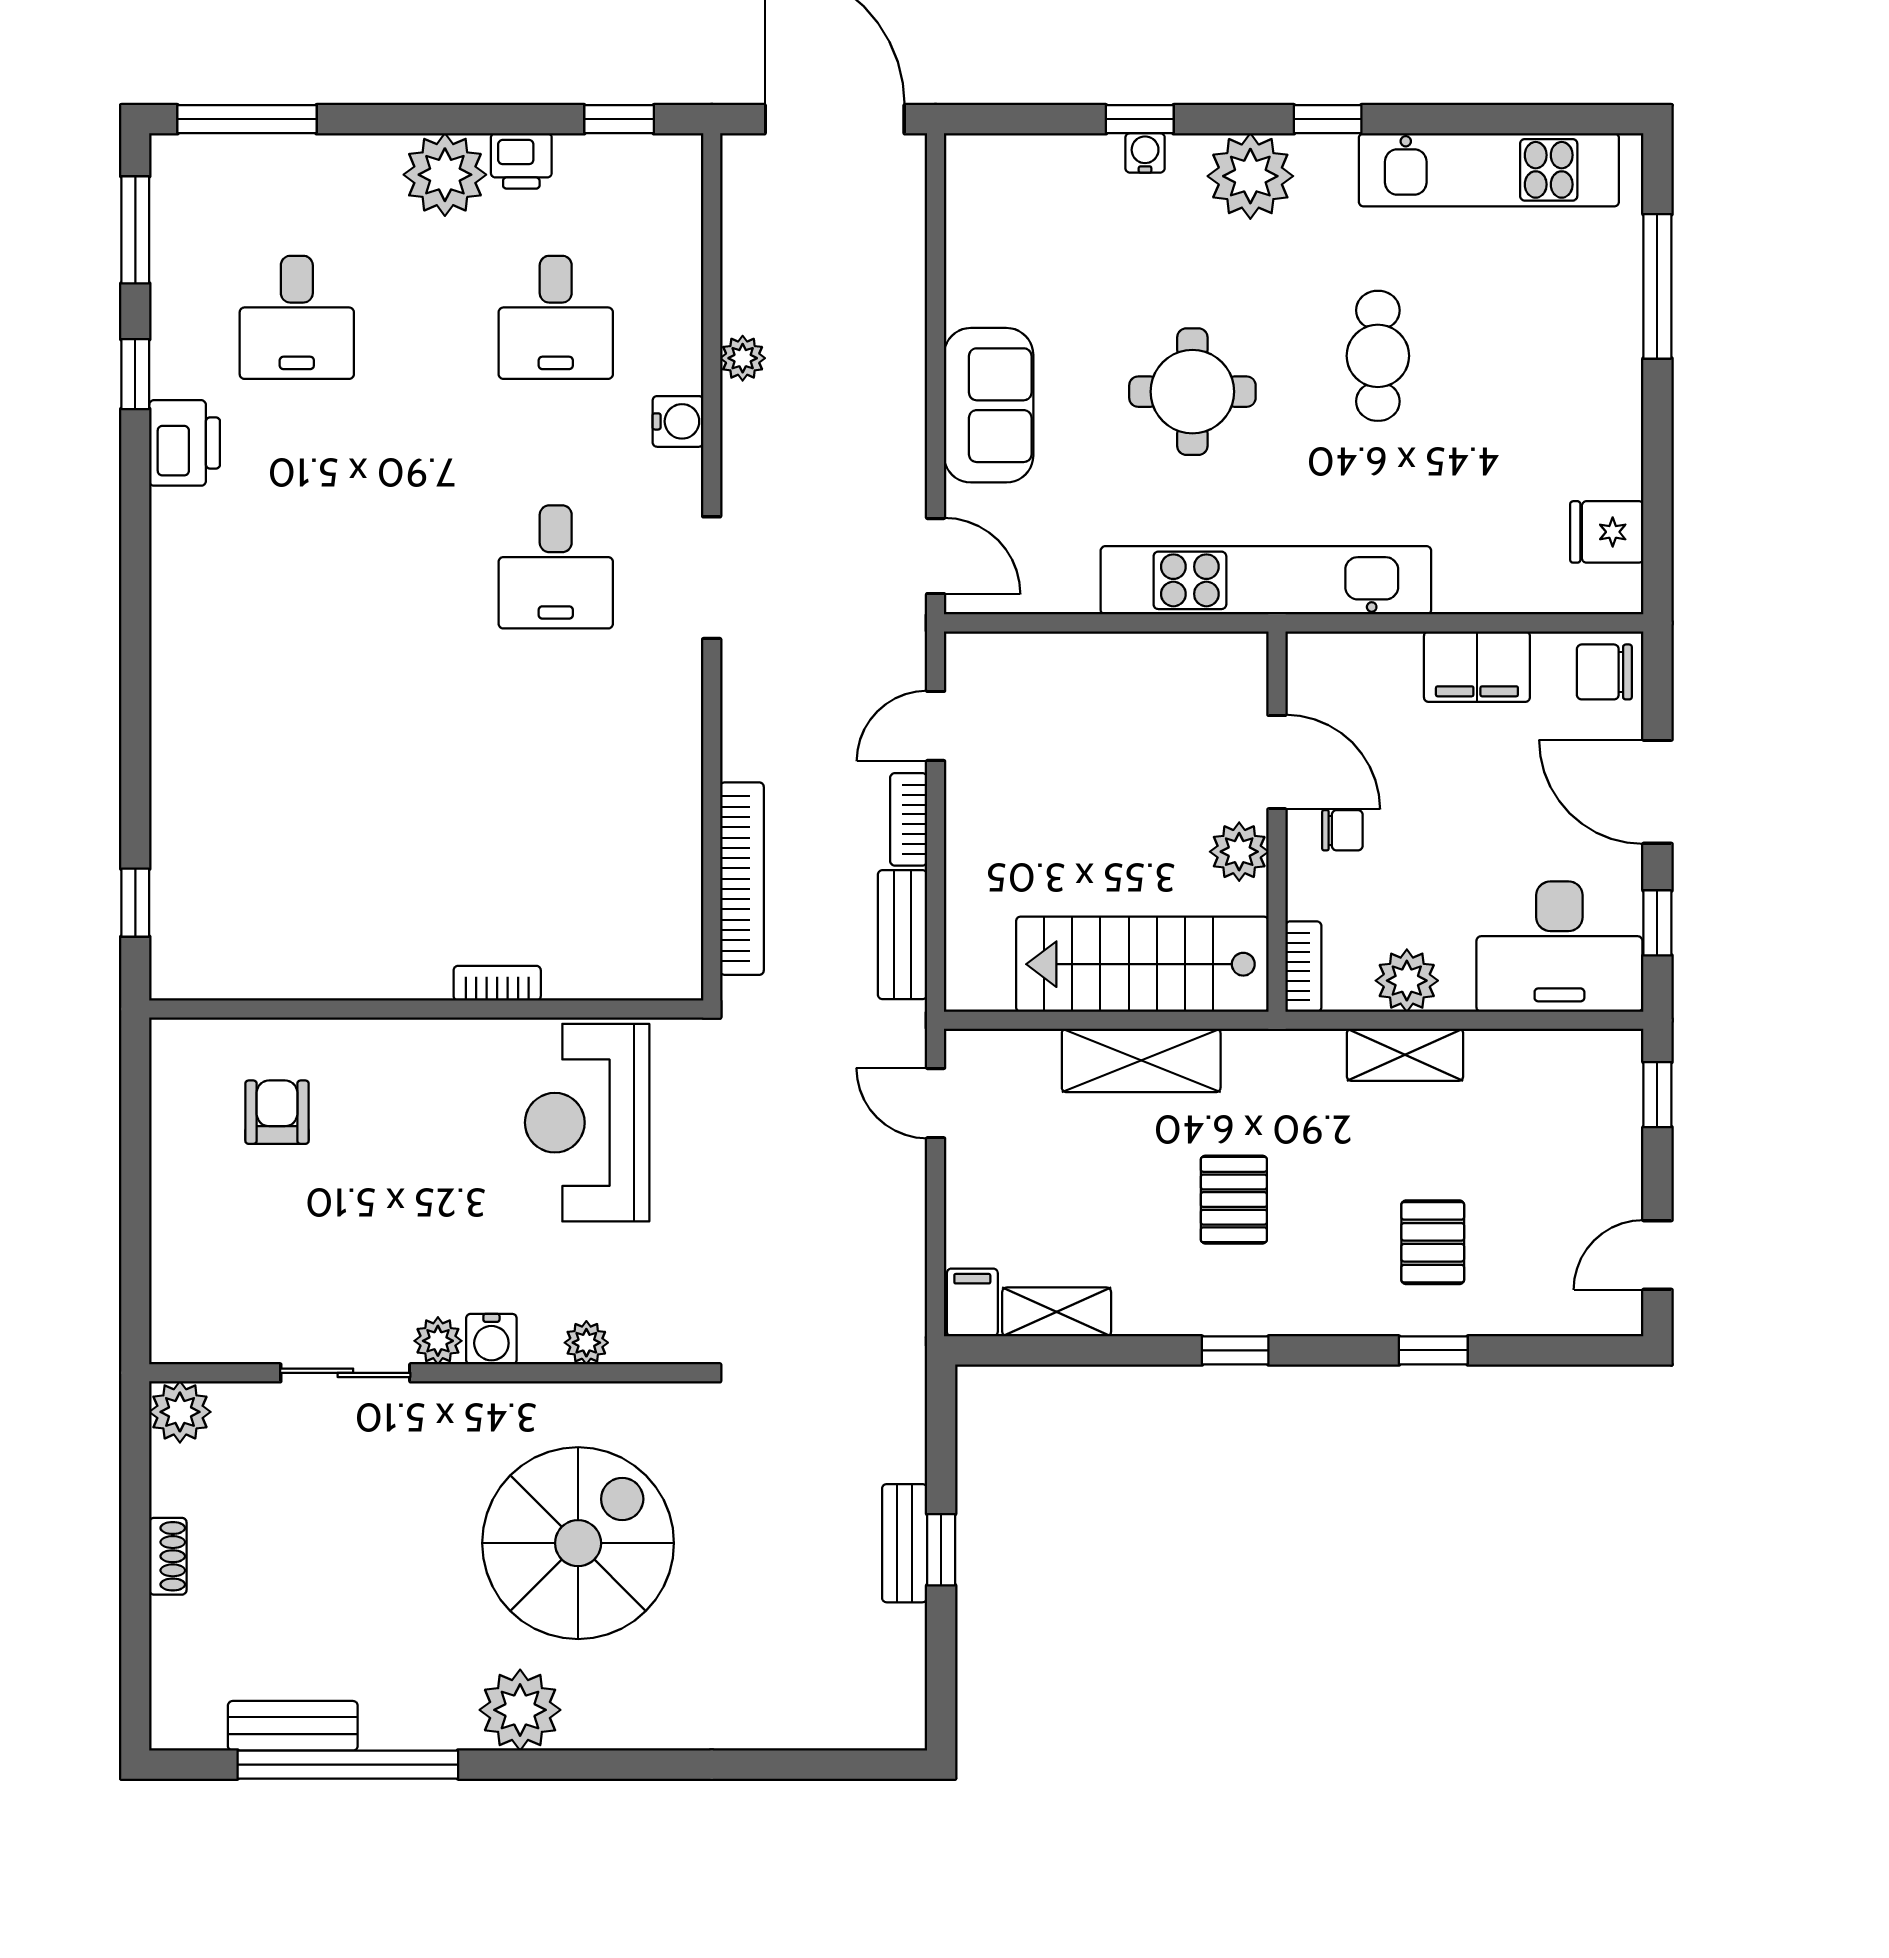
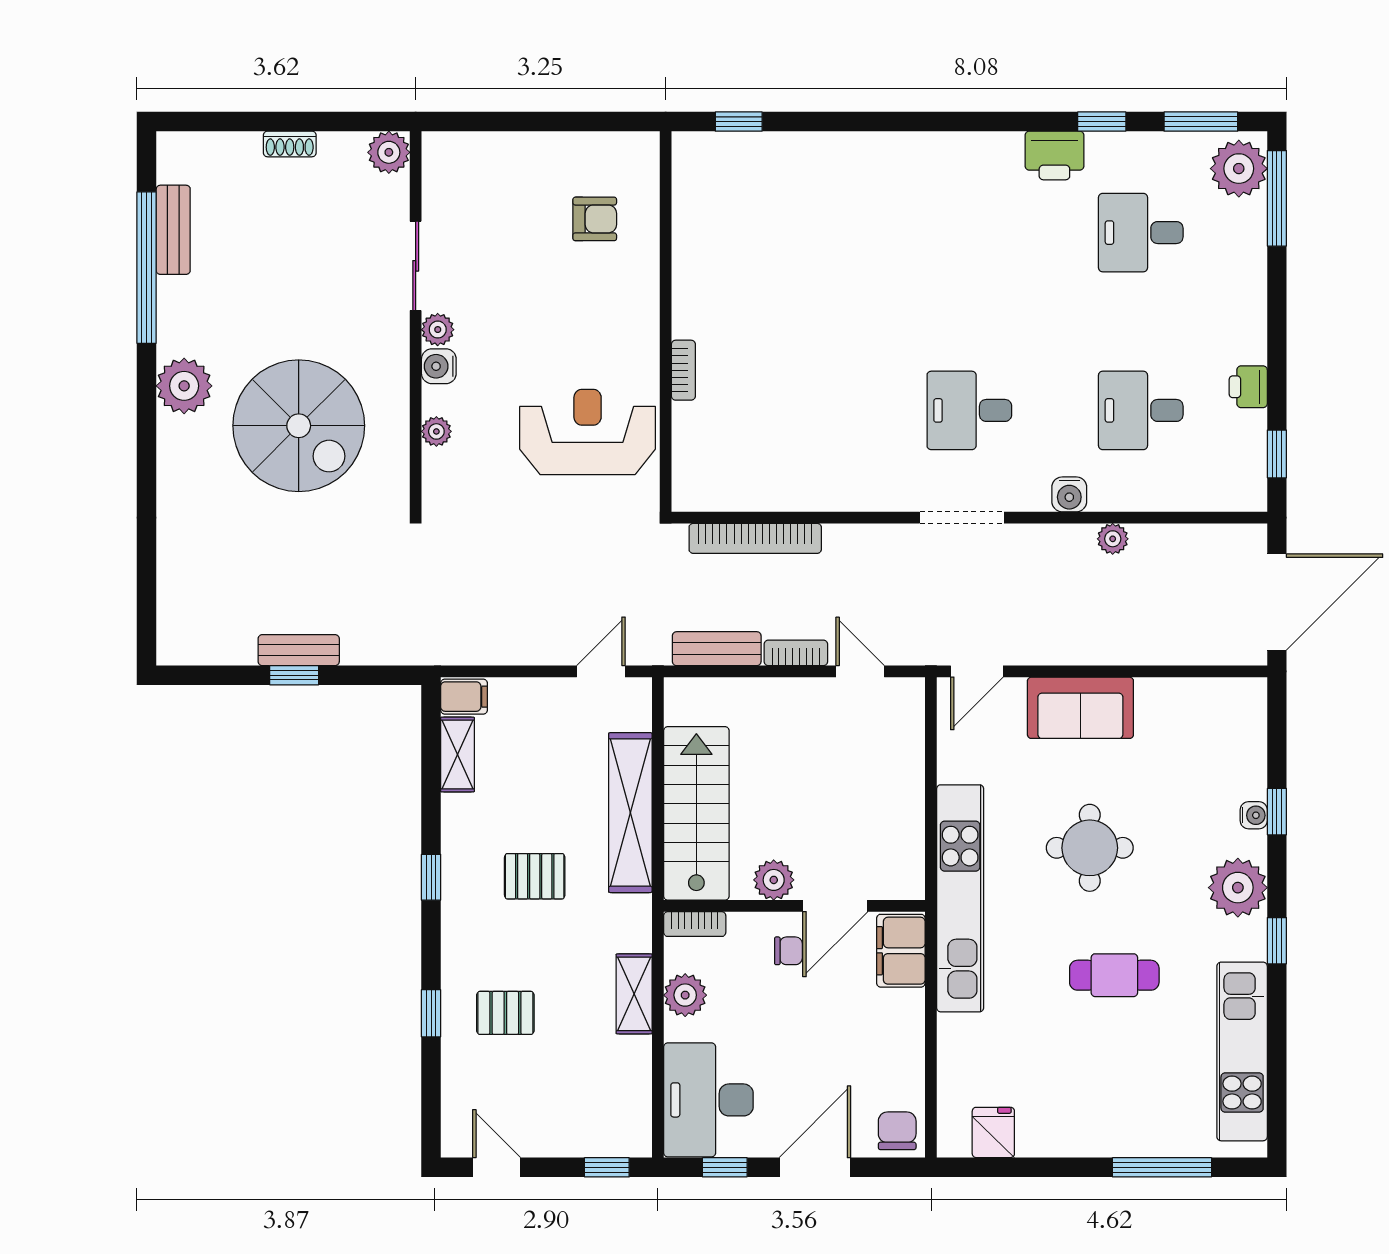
plant: (445, 175) -> (1239, 169), moved
filing cabinet: (1477, 667) -> (901, 951), moved
chair: (1342, 830) -> (788, 951), turned -90
shelving: (1141, 1060) -> (630, 813), width x1.47

